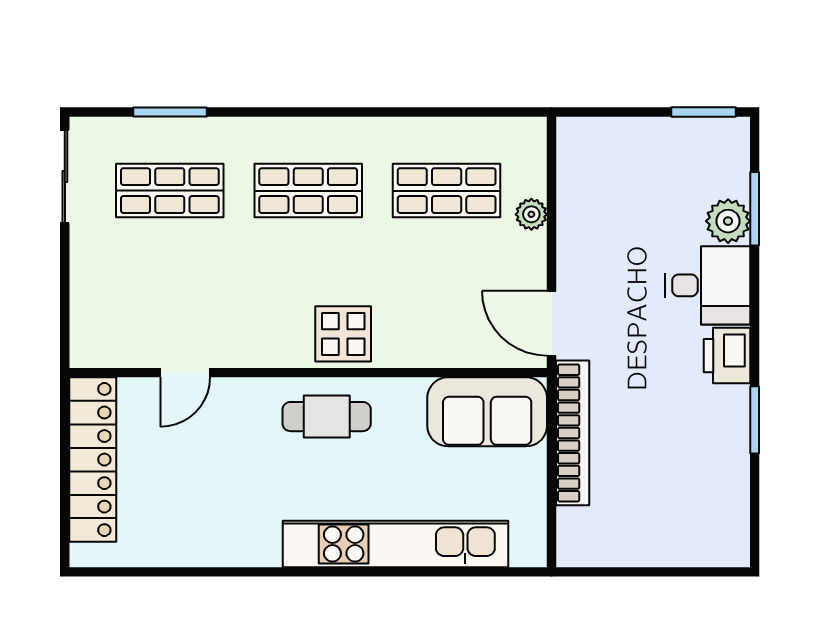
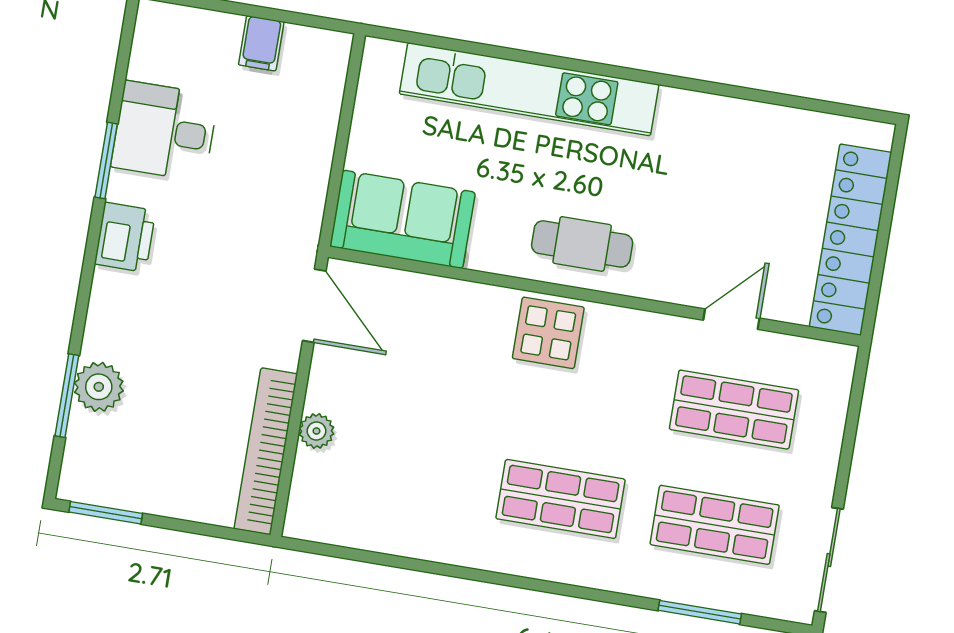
shop shelf: (447, 191) -> (734, 410), moved
desk: (708, 285) -> (165, 131), moved
bookcase: (573, 433) -> (266, 451), moved
filing cabinet: (636, 545) -> (261, 43), added

